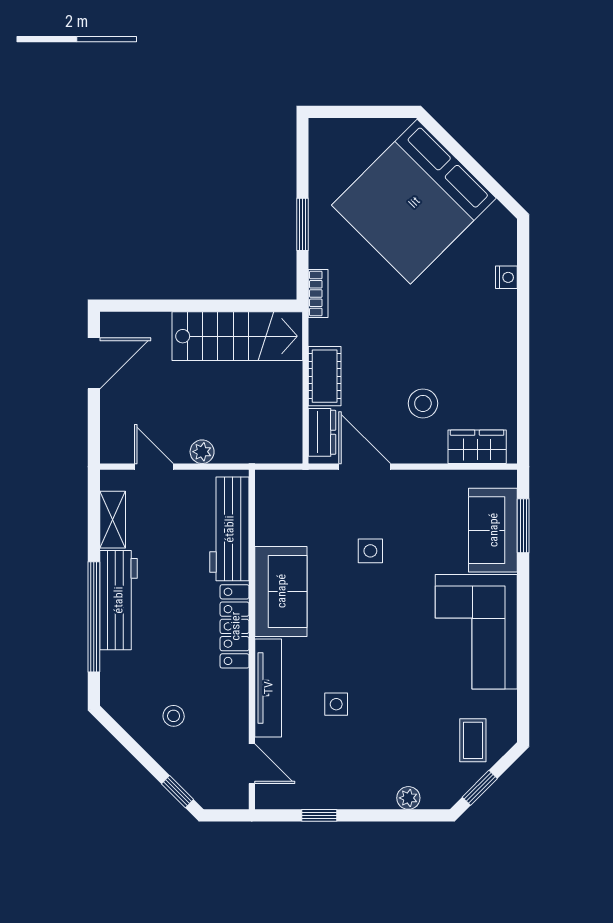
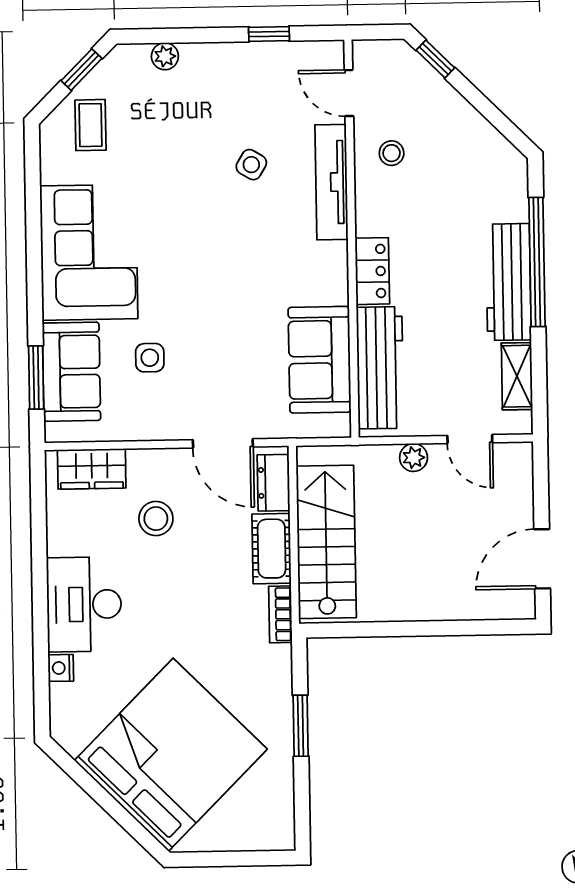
bookcase: (318, 294) -> (280, 614), moved
desk: (486, 331) -> (84, 604), added
stairs: (237, 336) -> (326, 542), moved, turned 90
side table: (370, 551) -> (150, 358), moved
sofa: (281, 591) -> (320, 360), moved
locker: (235, 626) -> (372, 271), width x0.66
side table: (336, 704) -> (251, 165), turned 31
stool: (174, 716) -> (392, 153), moved

